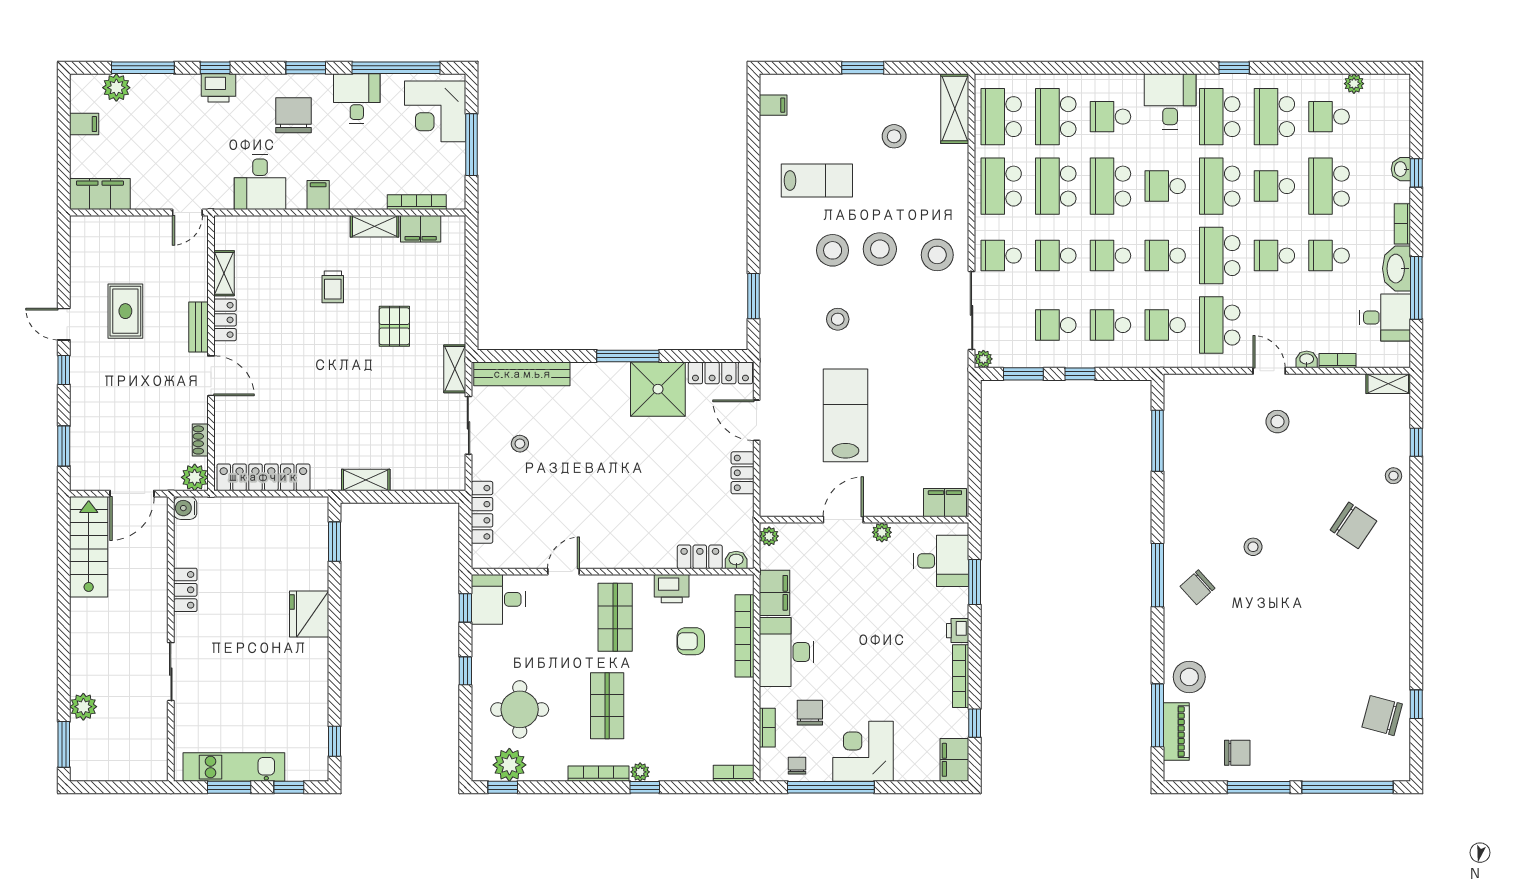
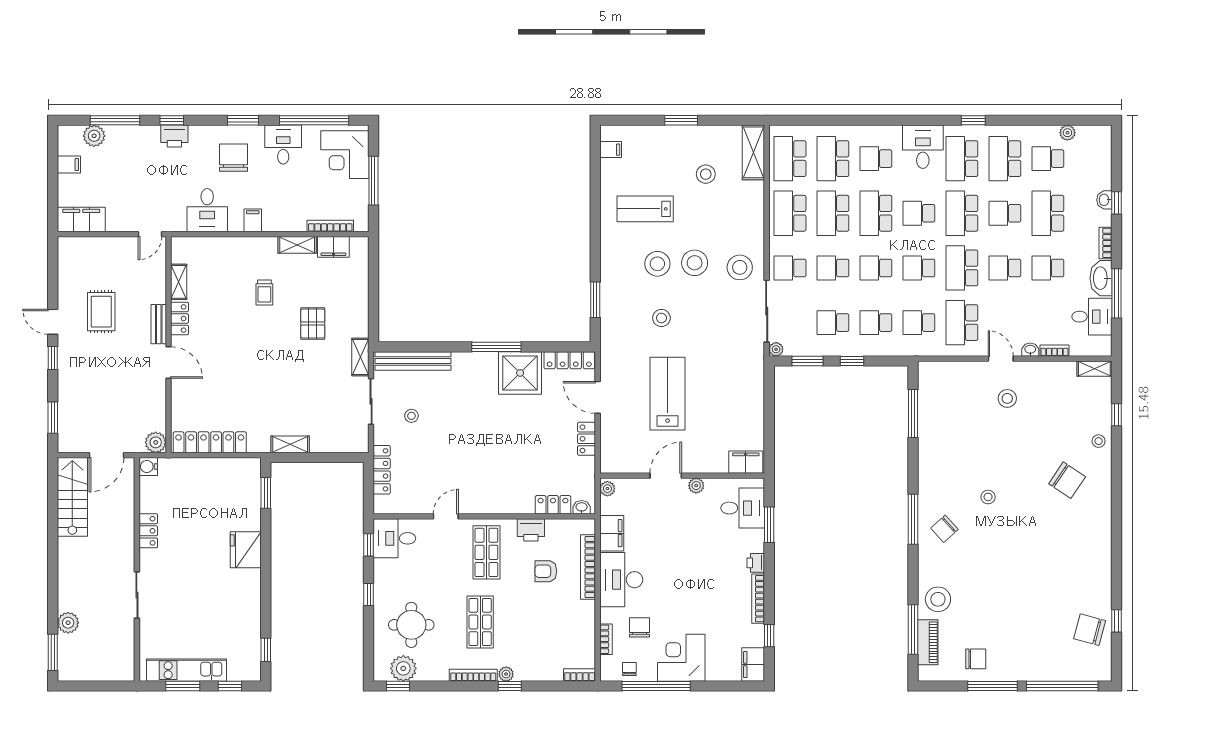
lab bench: (817, 181) -> (645, 209), turned 180
shoe rack: (200, 440) -> (160, 413), removed

